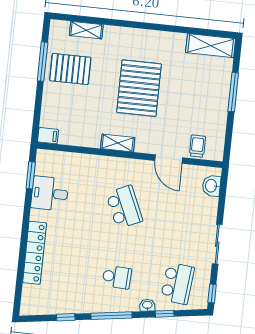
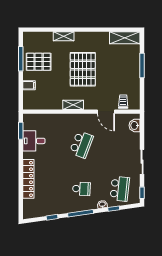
shelving: (86, 30) -> (64, 36), moved
filing cabinet: (48, 136) -> (29, 85), moved
school desk: (124, 207) -> (81, 144), turned 45

